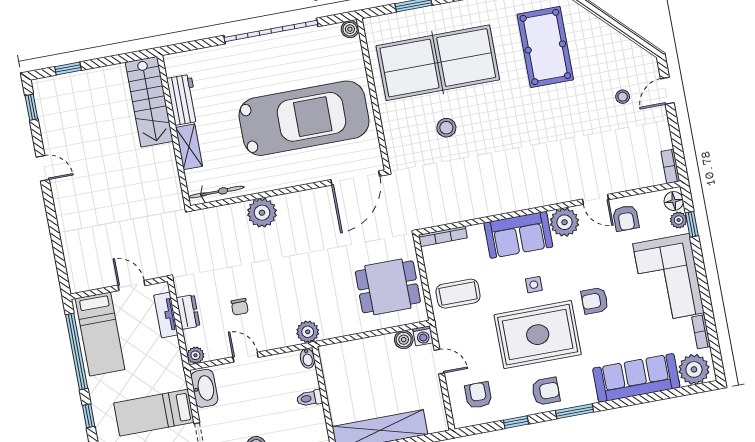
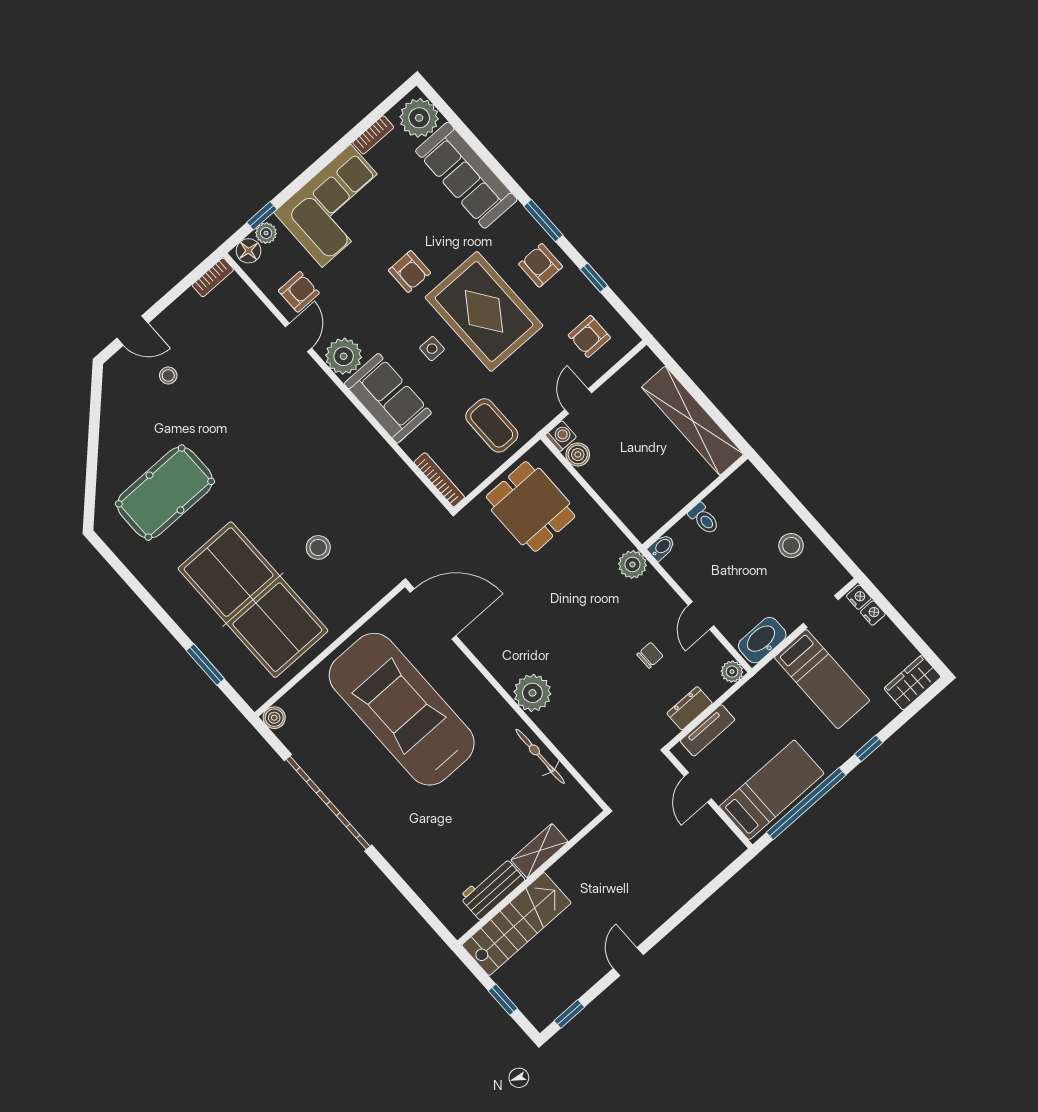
workbench: (183, 100) -> (492, 888), moved
stairs: (149, 102) -> (517, 924), moved
wall: (174, 131) -> (532, 878), moved
shelving: (189, 147) -> (540, 851), moved

